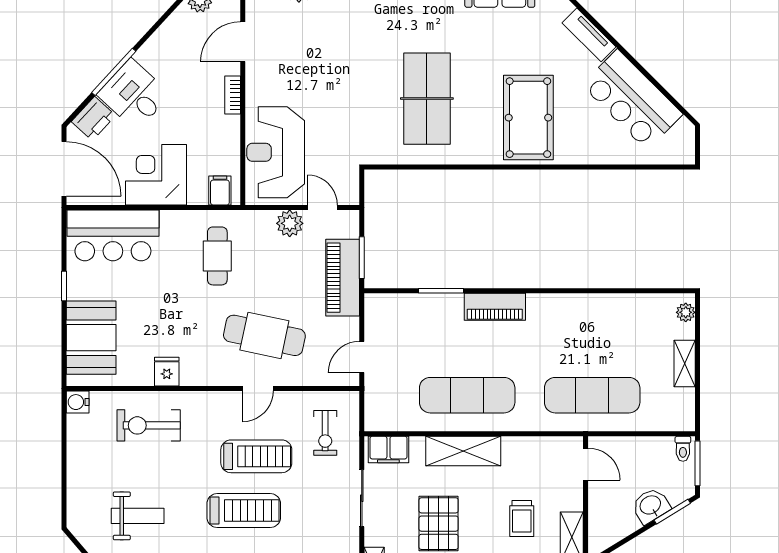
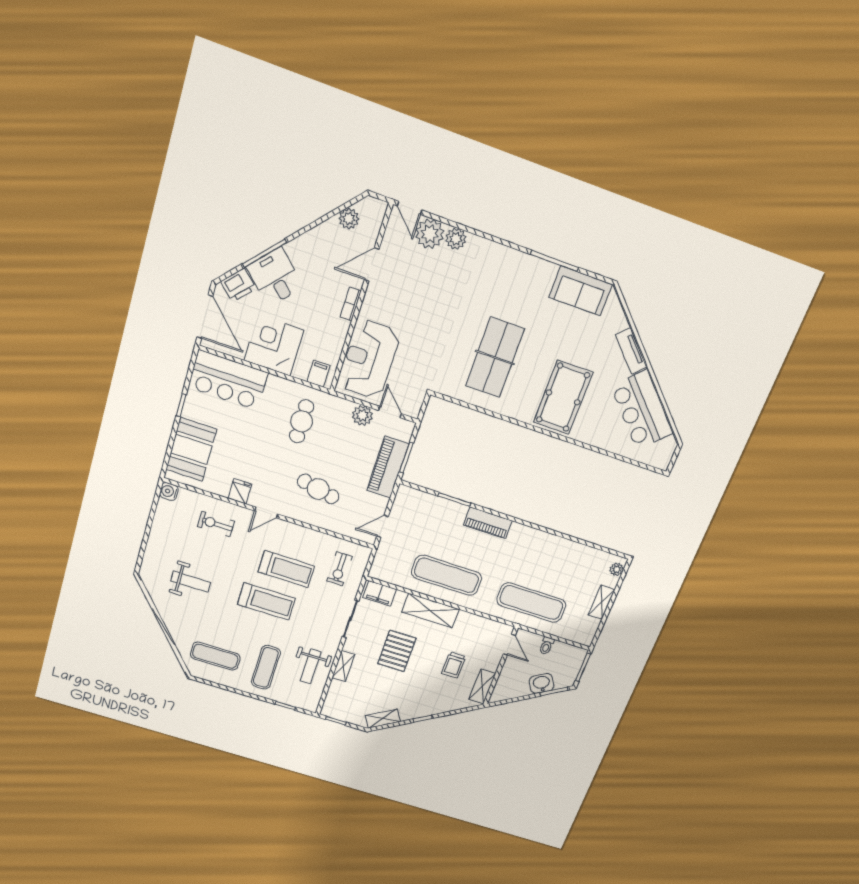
cafe table: (264, 335) -> (318, 489), width x0.73, depth x0.74
door: (258, 388) -> (266, 512), moved
exercise bike: (149, 425) -> (216, 524), width x0.73, depth x0.72
toilet: (683, 449) -> (547, 646), moved

